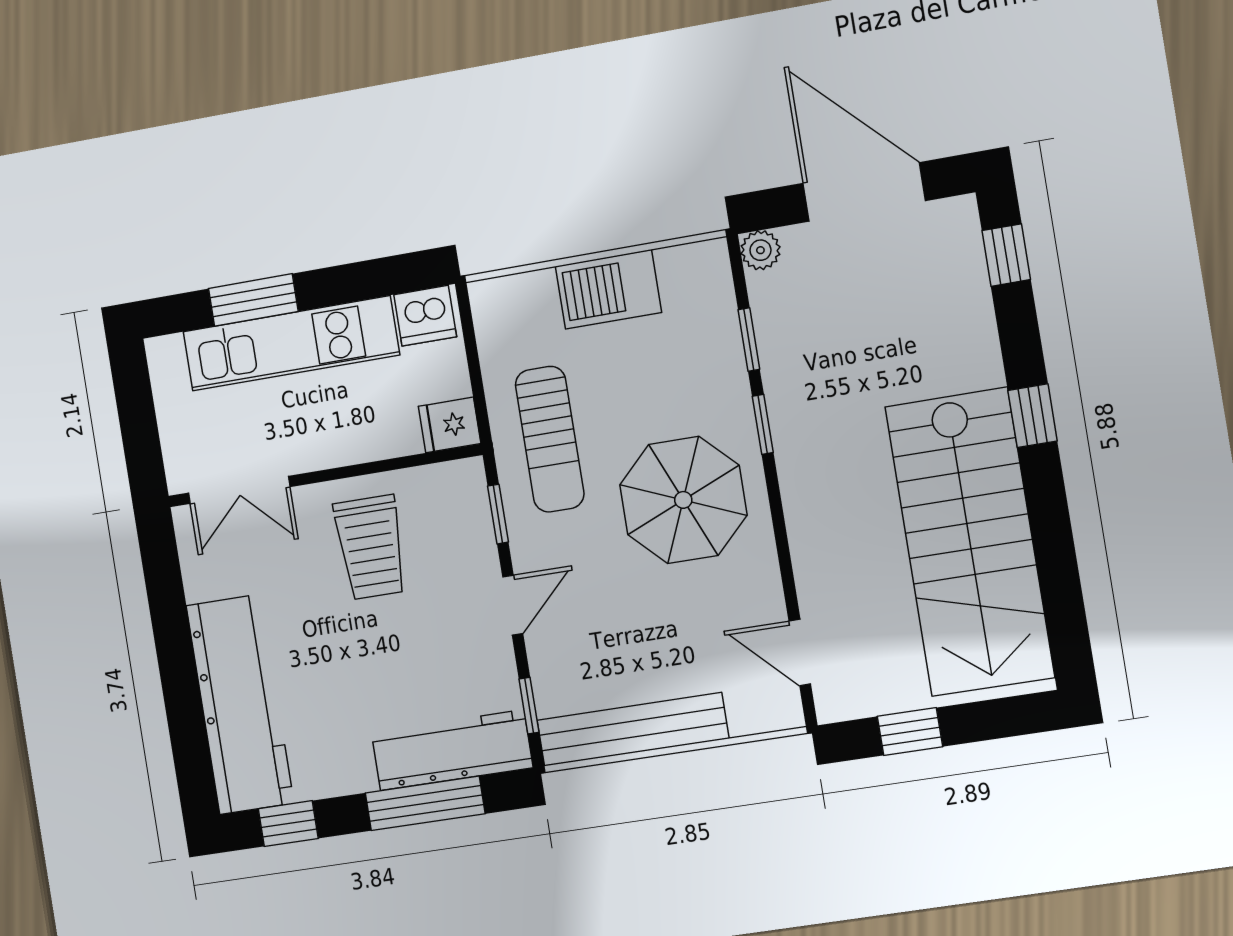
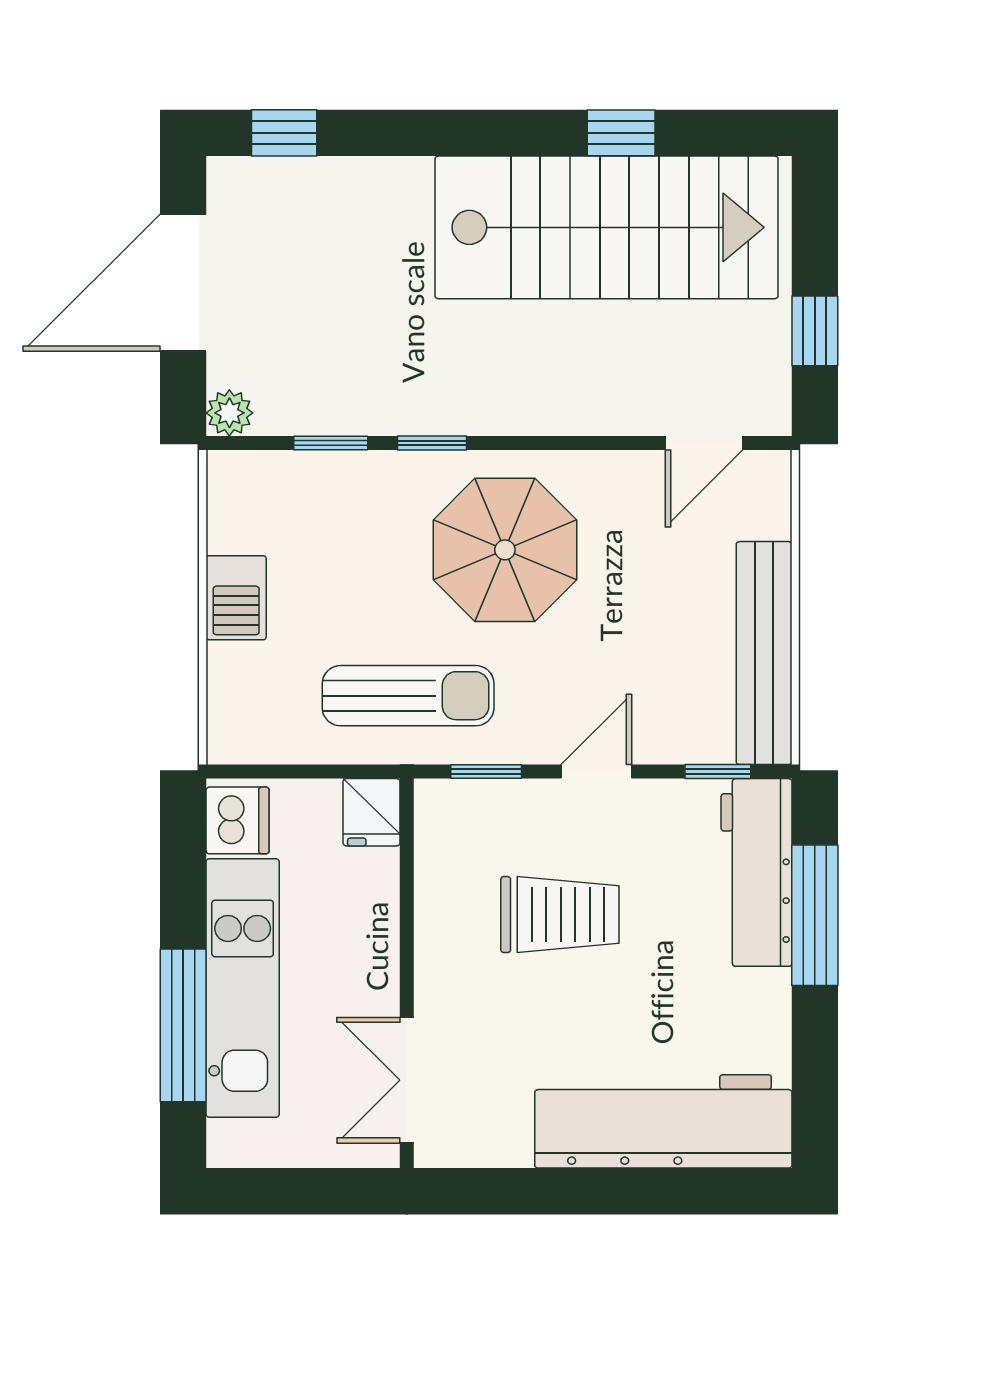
barbecue: (608, 289) -> (236, 598), width x0.73, depth x0.79
window: (253, 300) -> (183, 1025), width x1.44
window: (1033, 416) -> (621, 133), moved
double door: (239, 490) -> (407, 1080), swing flipped
trolley: (371, 547) -> (560, 915), moved
door: (513, 605) -> (596, 772), hinge flipped
window: (288, 824) -> (815, 1086), removed

